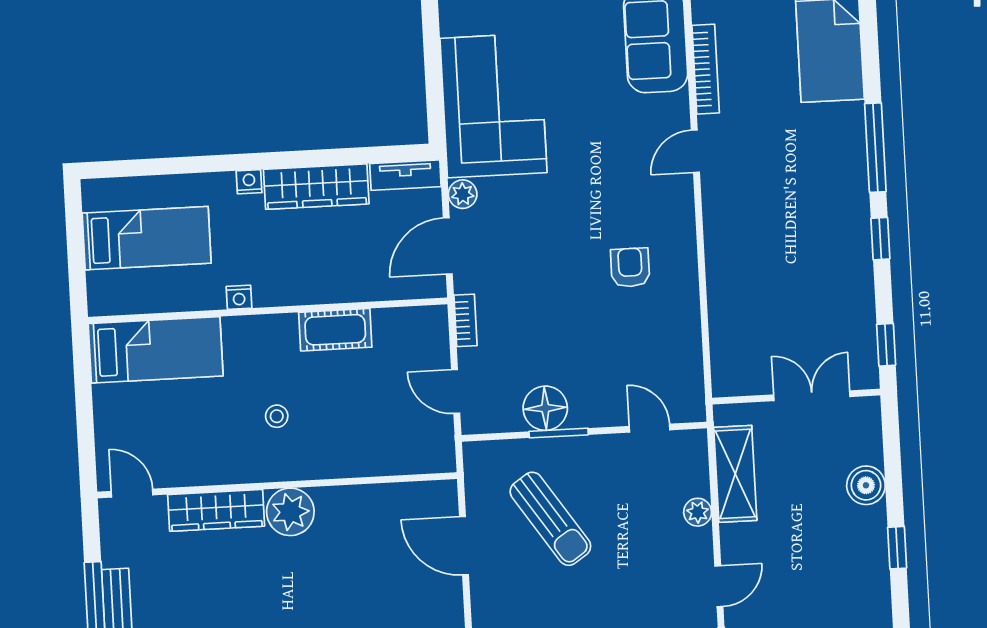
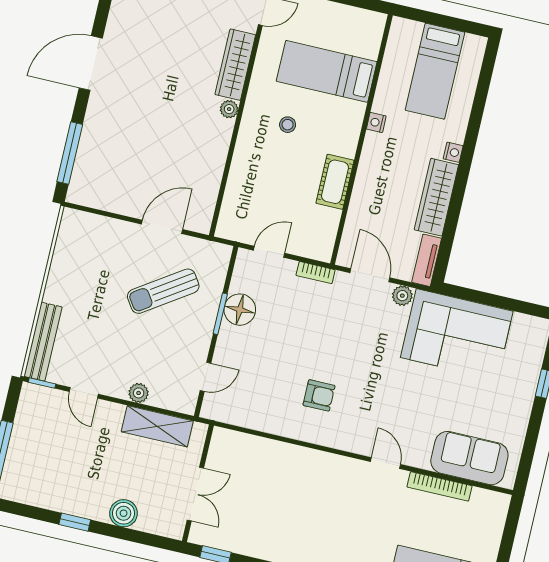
bed: (156, 350) -> (327, 71), moved, turned 90
plant: (290, 512) -> (229, 109), width x0.53, depth x0.53

